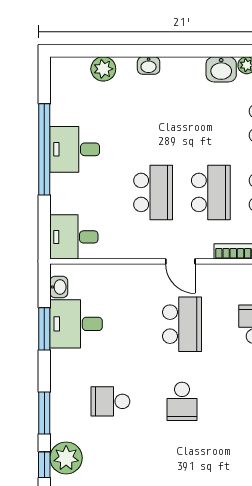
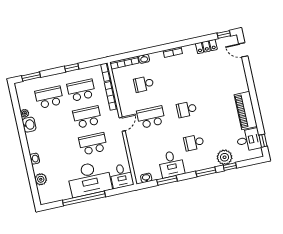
desk: (75, 149) -> (89, 179), width x1.87, depth x1.30
desk: (76, 324) -> (171, 164), moved
school desk: (110, 401) -> (194, 142), turned 90
school desk: (182, 401) -> (187, 109), turned 180

